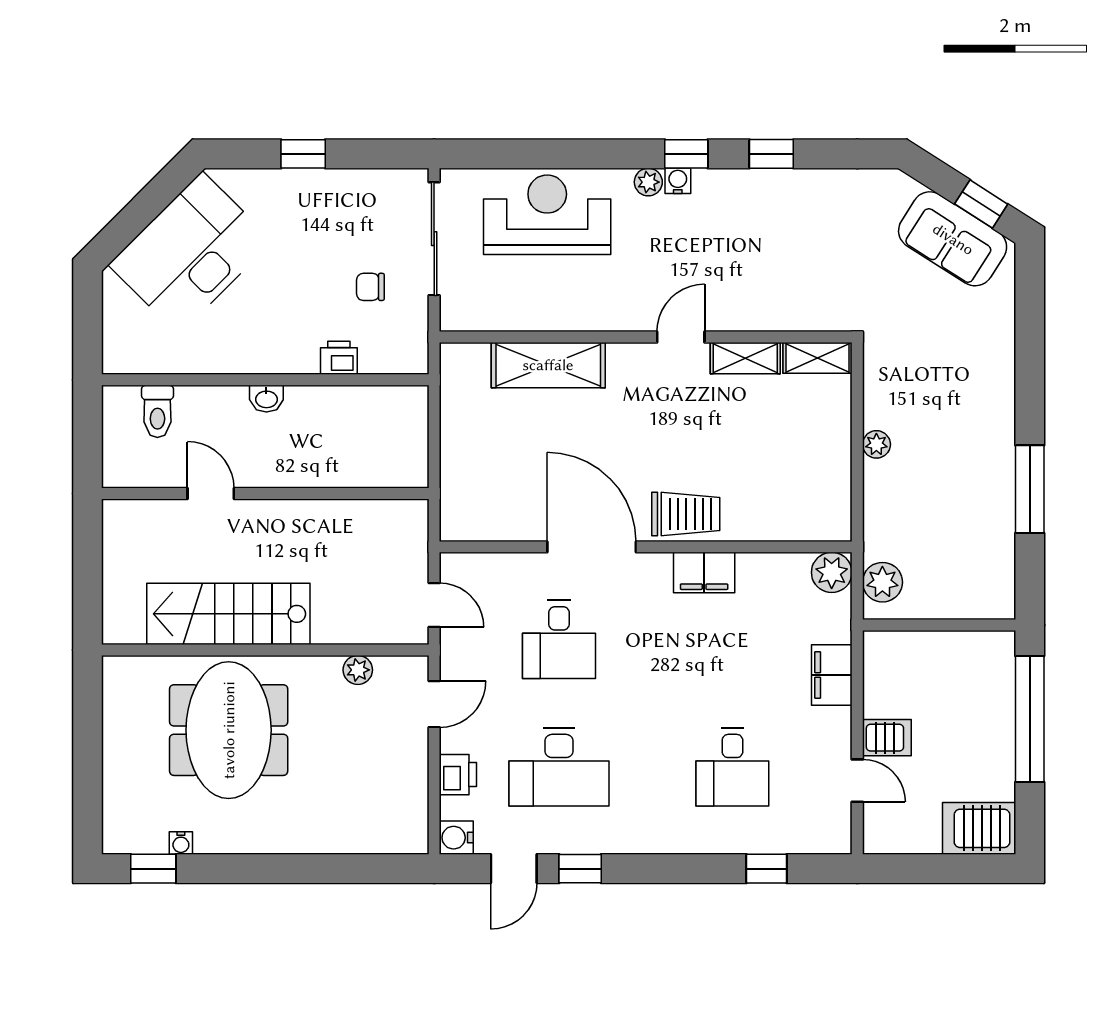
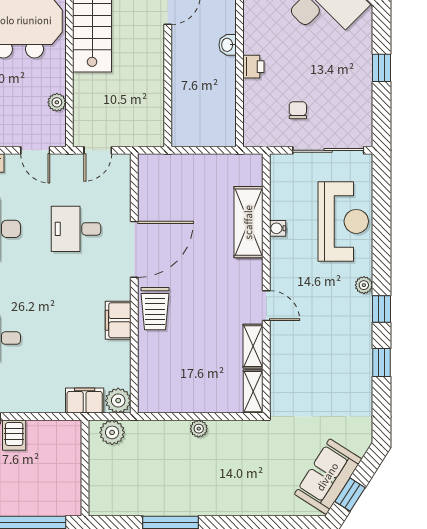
water cooler: (678, 181) -> (278, 228), moved, turned 180
printer: (339, 358) -> (253, 67), moved
filing cabinet: (832, 675) -> (85, 401), moved

